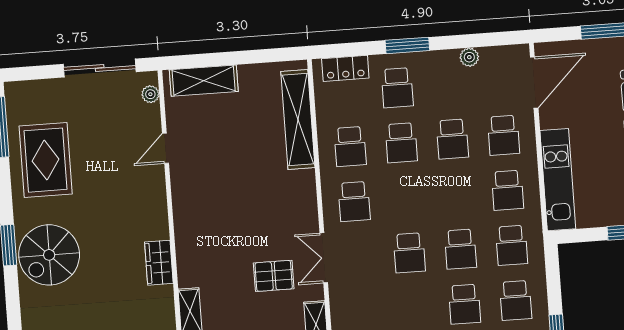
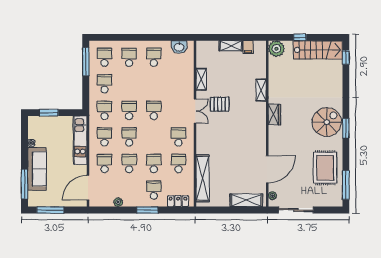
door: (165, 148) -> (267, 169), width x1.87
school desk: (465, 304) -> (129, 137), moved

